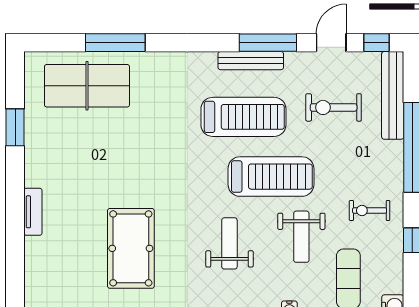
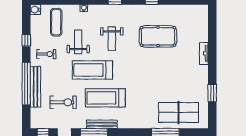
bench: (393, 95) -> (35, 87), moved
pool table: (131, 248) -> (158, 36), turned 90

